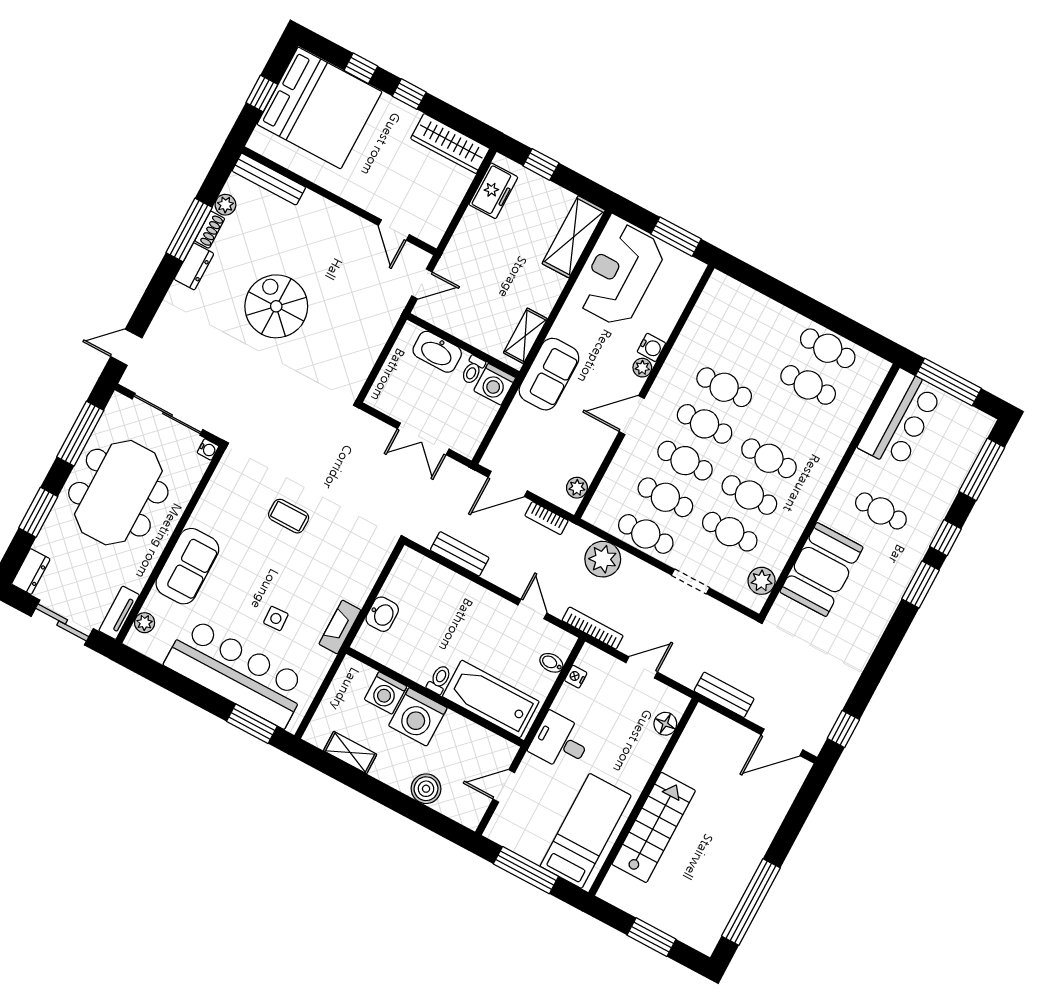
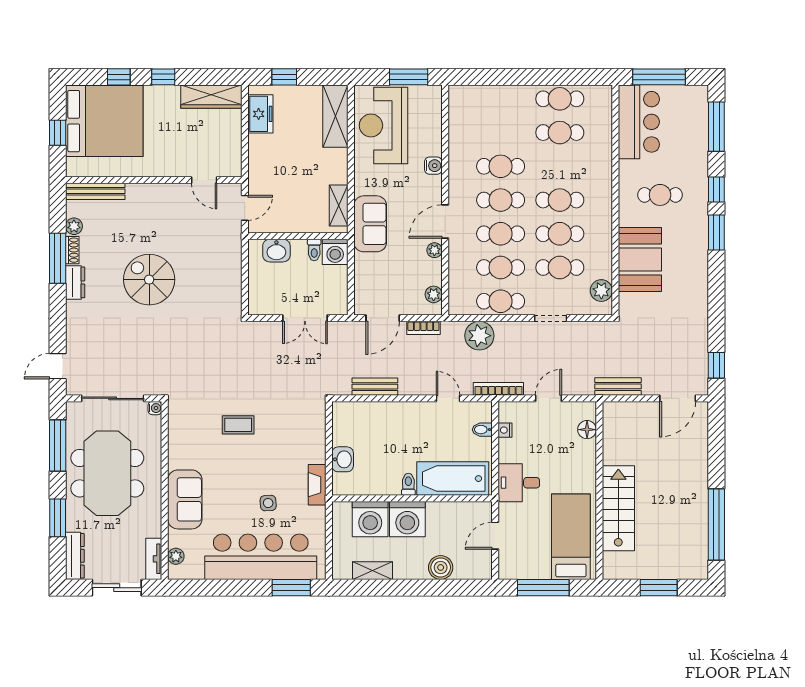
washbasin: (437, 352) -> (276, 251), width x0.72
plant: (642, 368) -> (434, 250), moved
dresser: (31, 571) -> (75, 556), width x1.44
washing machine: (386, 693) -> (370, 519), width x1.37, depth x1.37

